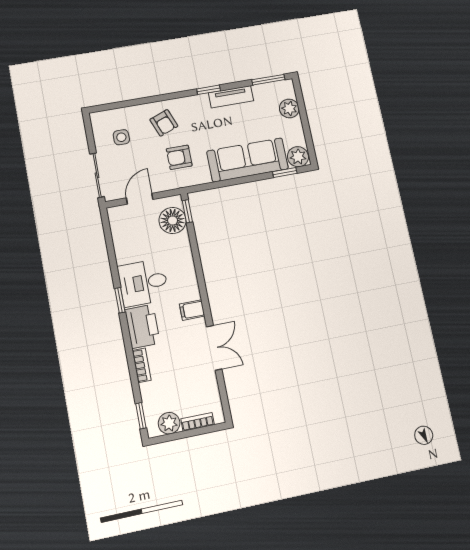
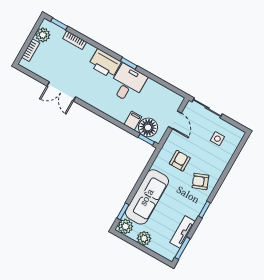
tv unit: (231, 97) -> (183, 232), moved
plant: (289, 108) -> (144, 238), moved
armchair: (164, 123) -> (200, 181), moved
filing cabinet: (192, 310) -> (133, 121), moved
bookcase: (142, 365) -> (75, 40), moved

